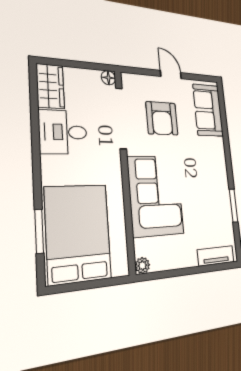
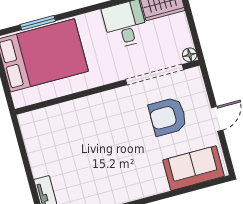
corner sofa: (156, 195) -> (91, 122), removed
plant: (142, 265) -> (25, 120), removed

